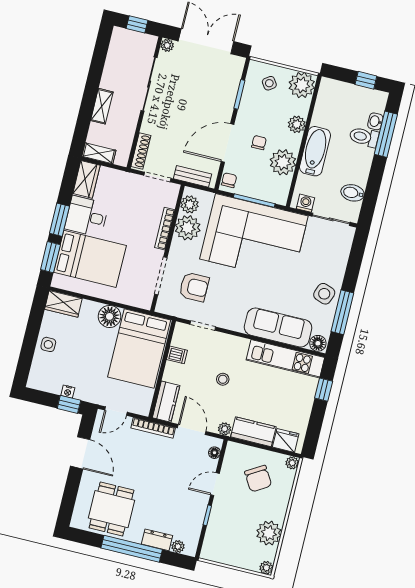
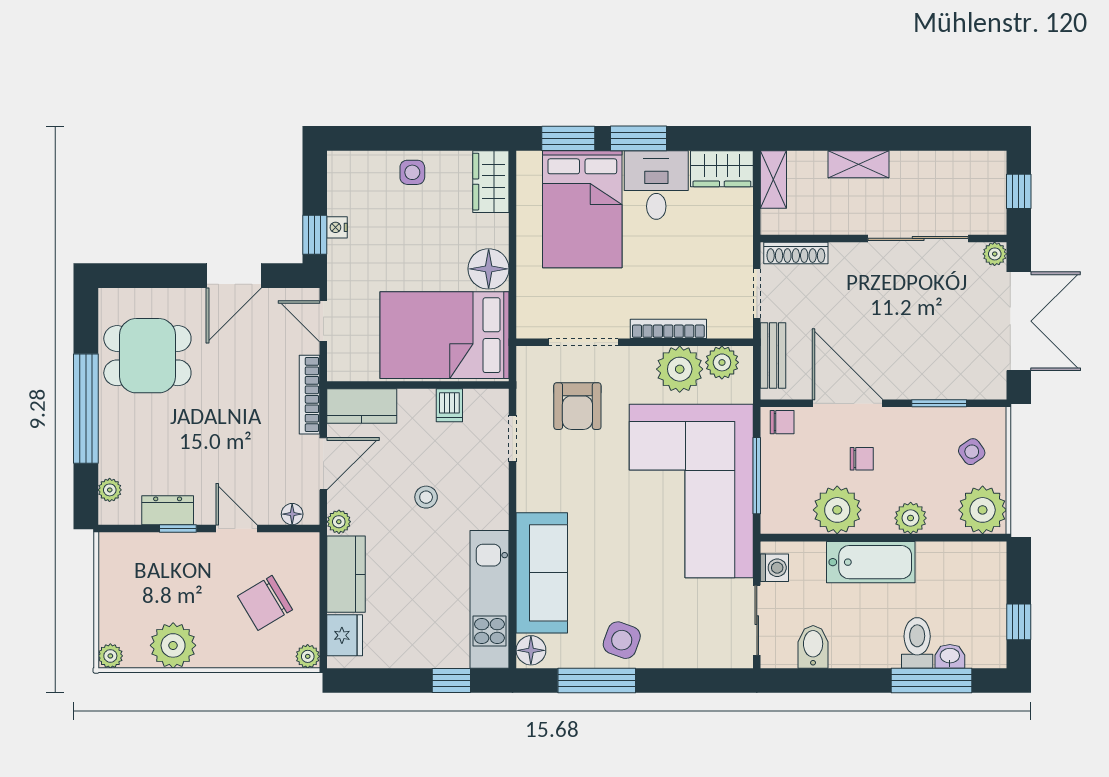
dresser: (157, 540) -> (168, 510), moved, turned -90

